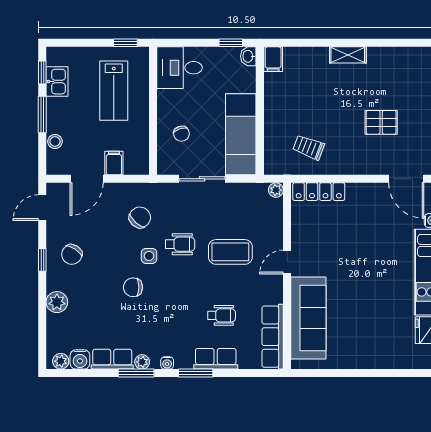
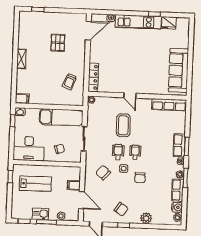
desk: (180, 68) -> (29, 149), width x1.37
kitchen sink: (57, 82) -> (40, 214), moved
wheelchair: (221, 315) -> (135, 152), moved
sofa: (308, 318) -> (178, 70), moved, turned -90
row of seats: (216, 359) -> (179, 145), moved

